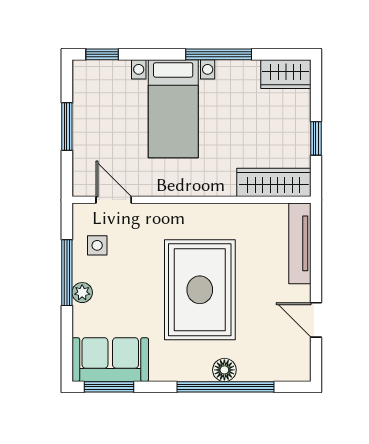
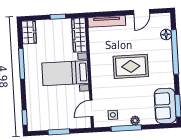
bed with nightstands: (173, 109) -> (65, 73), moved, turned 180
rug: (200, 290) -> (131, 66), width x0.73, depth x0.69
floor lamp: (224, 370) -> (166, 34), moved

